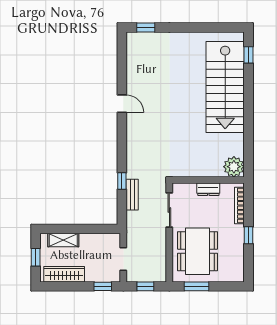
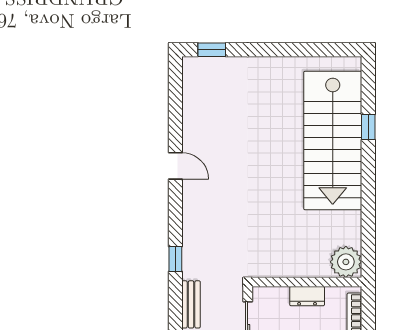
window: (248, 55) -> (368, 127), moved
window: (122, 181) -> (175, 259), moved

